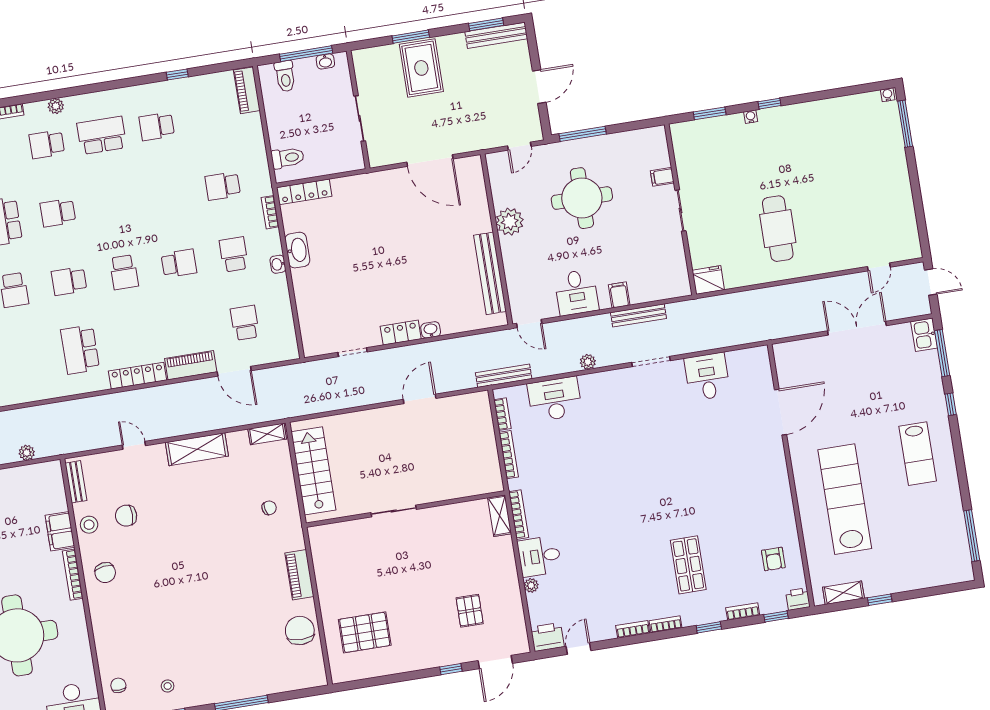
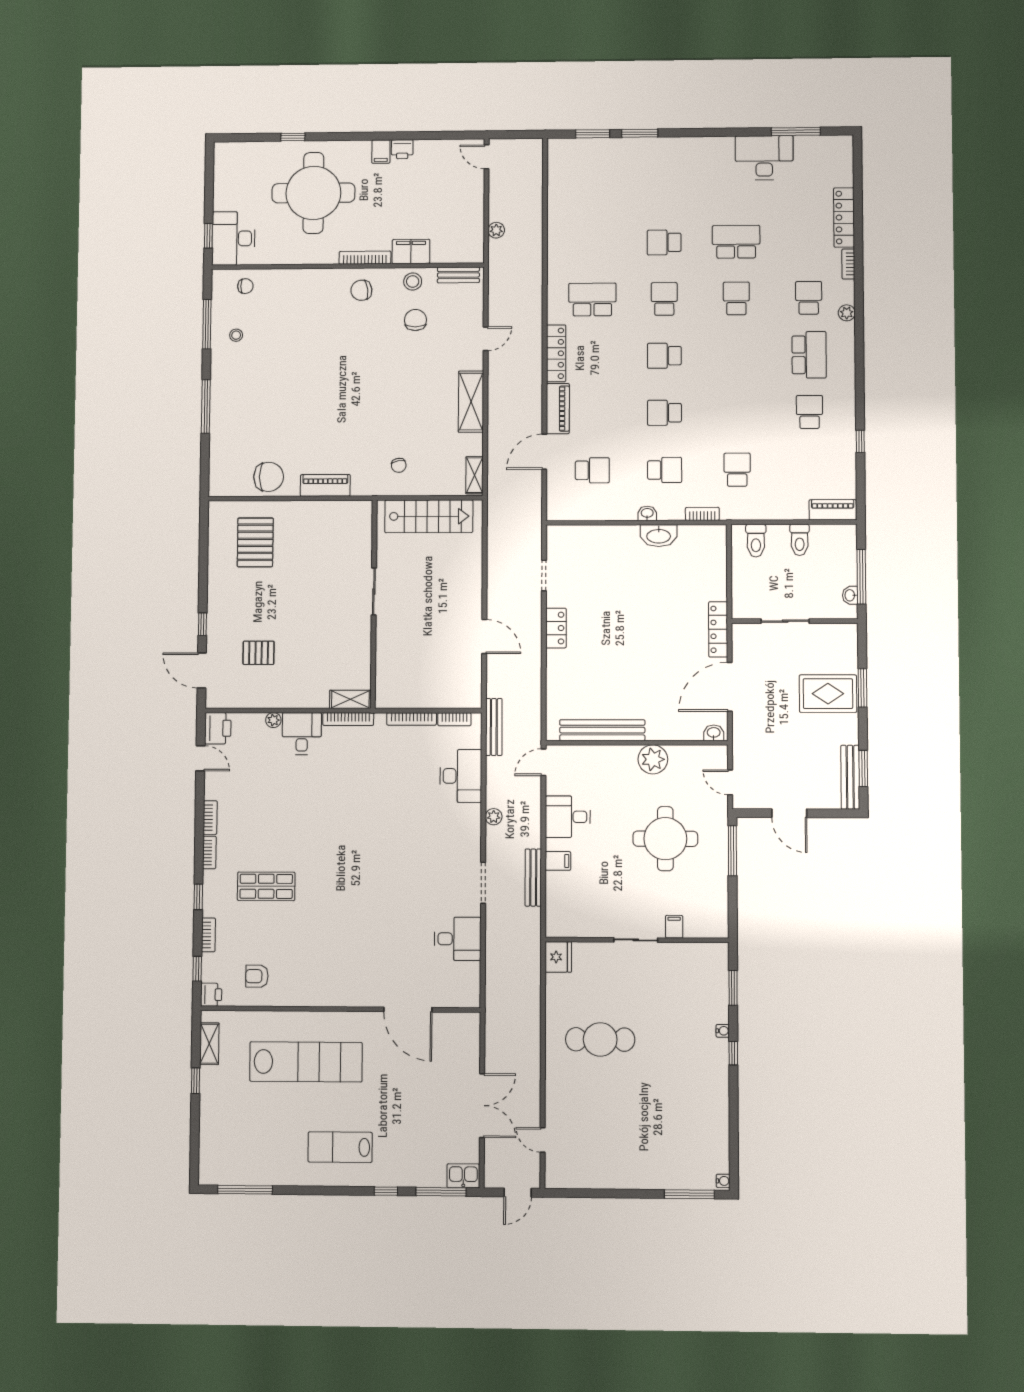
toilet: (285, 76) -> (800, 540), moved, turned -90
locker: (304, 192) -> (718, 629), moved
school desk: (179, 263) -> (664, 413), turned 90
washbasin: (431, 330) -> (714, 733), moved, turned -90

